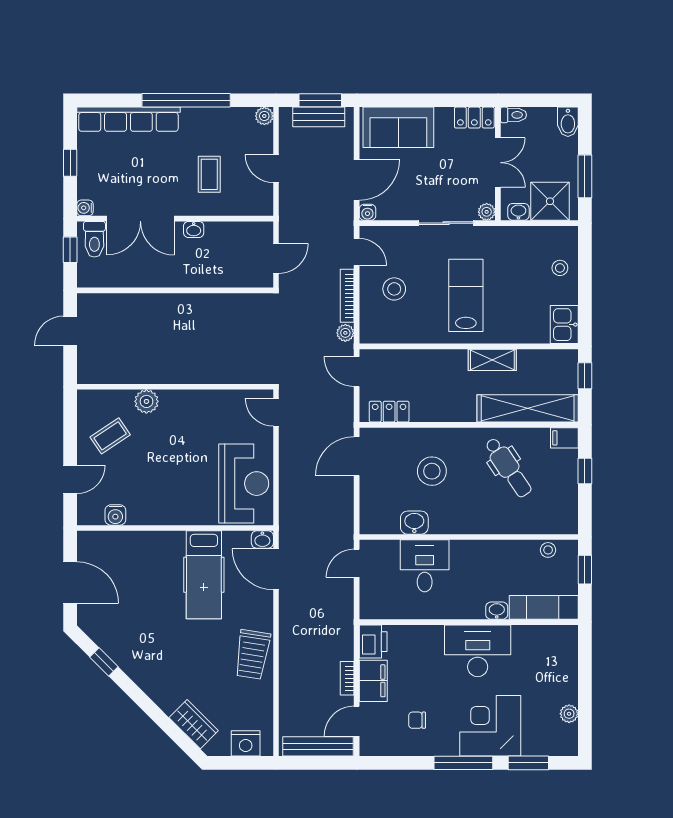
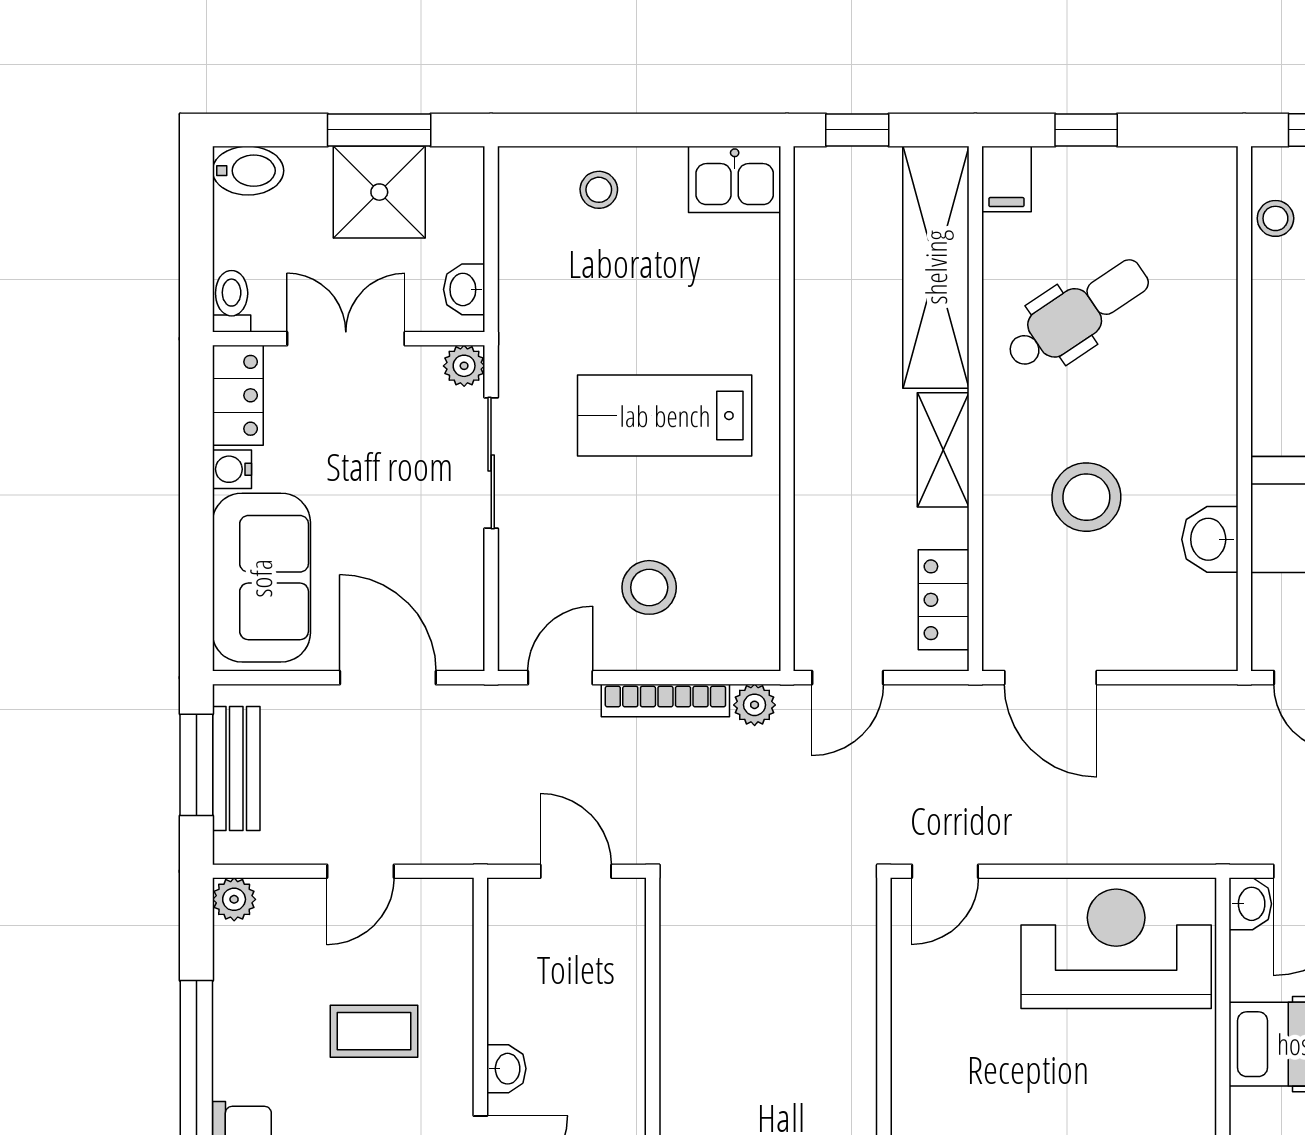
shower: (550, 201) -> (379, 192), moved
water cooler: (367, 212) -> (232, 469), moved, turned 180
shelving: (492, 360) -> (943, 450), moved

